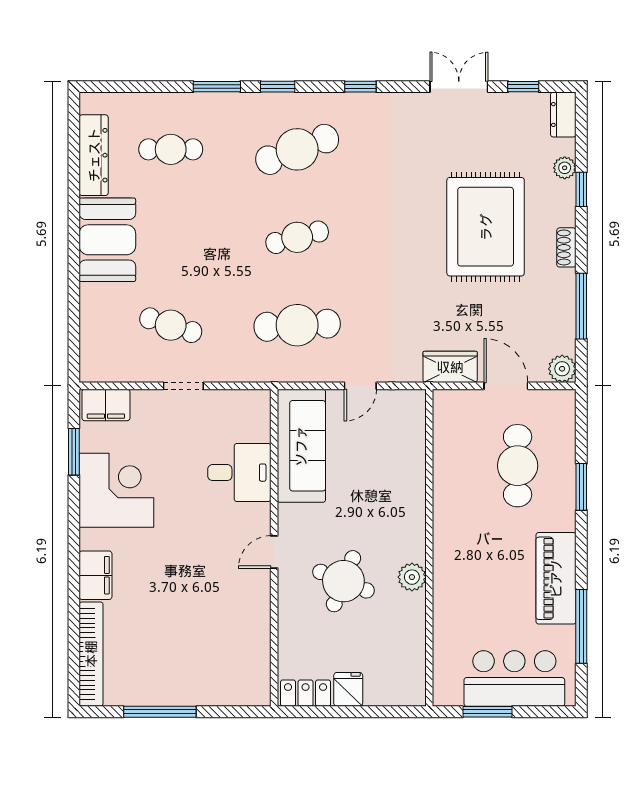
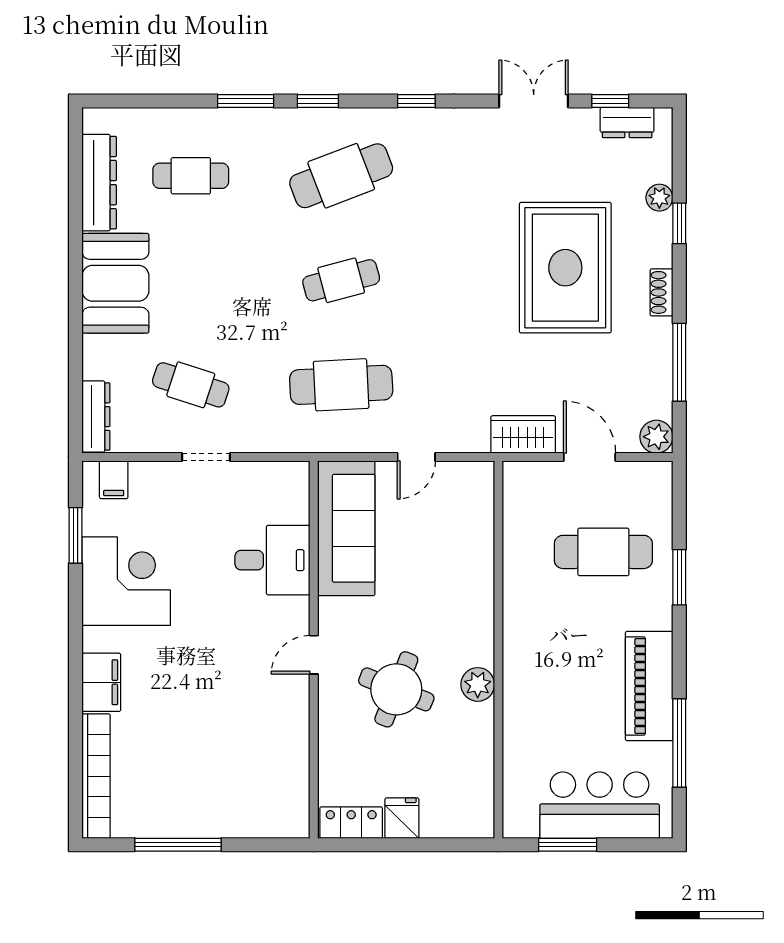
dresser: (563, 115) -> (627, 123), moved, turned -90
dresser: (91, 352) -> (96, 417), added
filing cabinet: (106, 405) -> (114, 480), width x0.50
cafe table: (518, 466) -> (603, 552), turned 90

